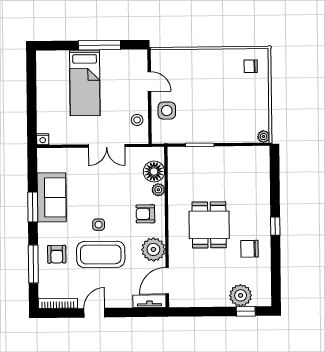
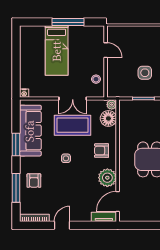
side table: (167, 111) -> (145, 73), moved
plant: (158, 190) -> (112, 105), moved
sofa: (52, 197) -> (30, 131), width x1.36
coffee table: (101, 254) -> (72, 125), moved

